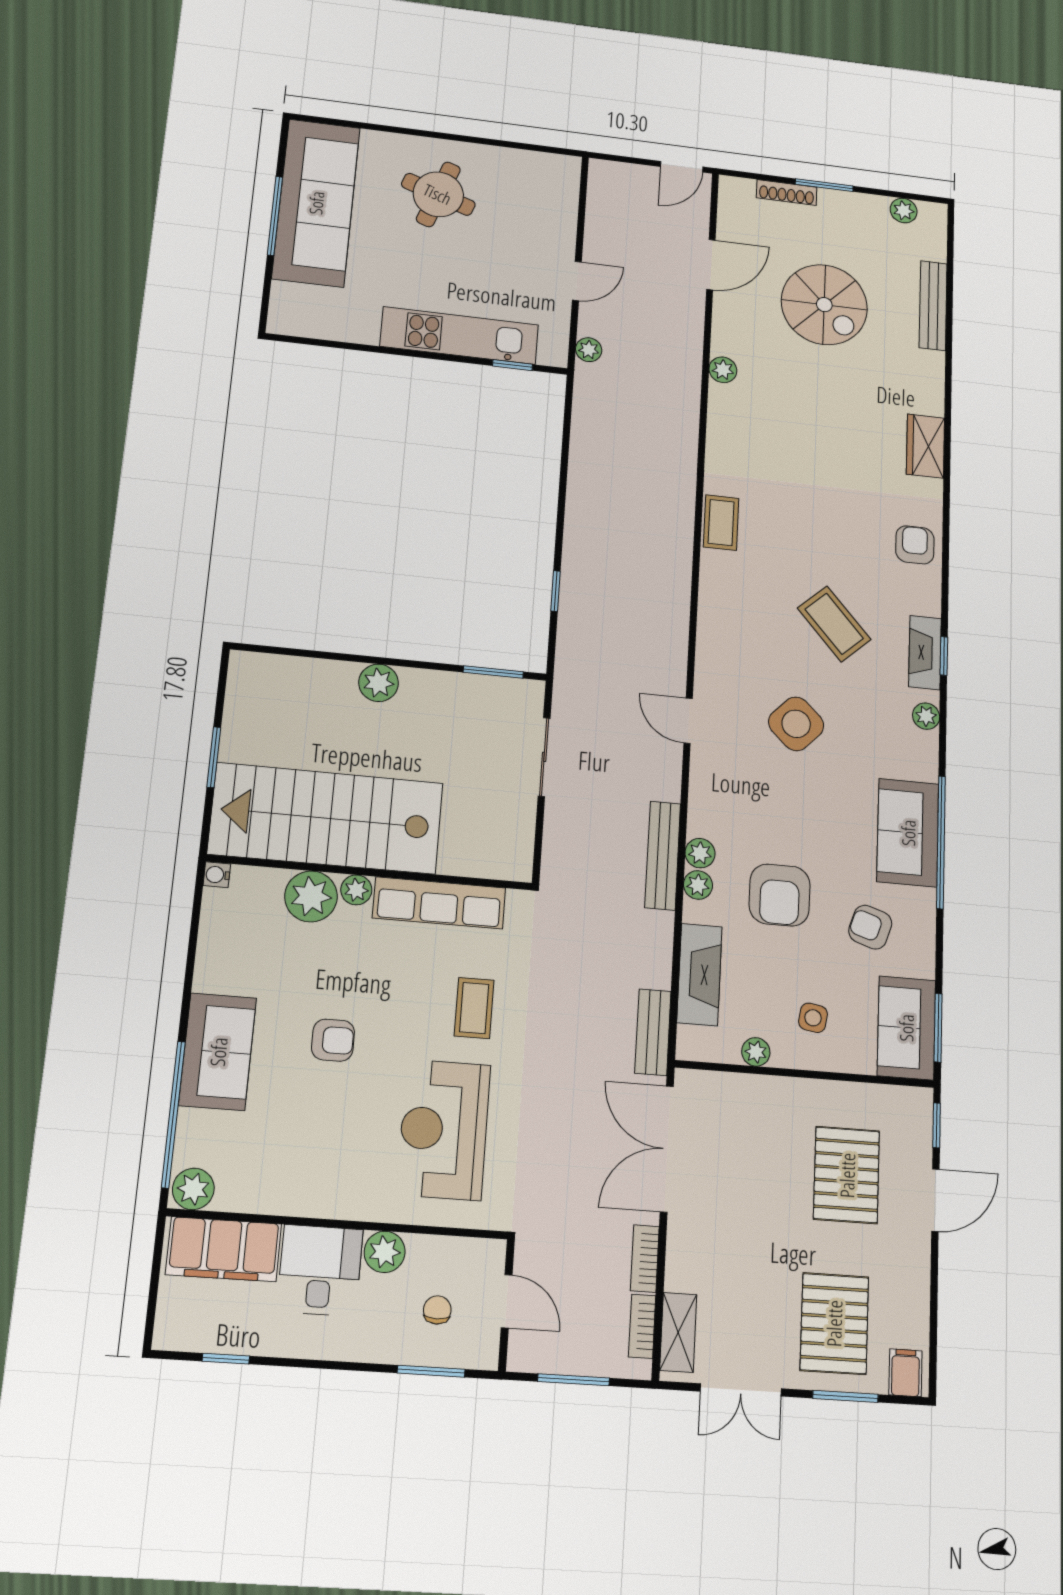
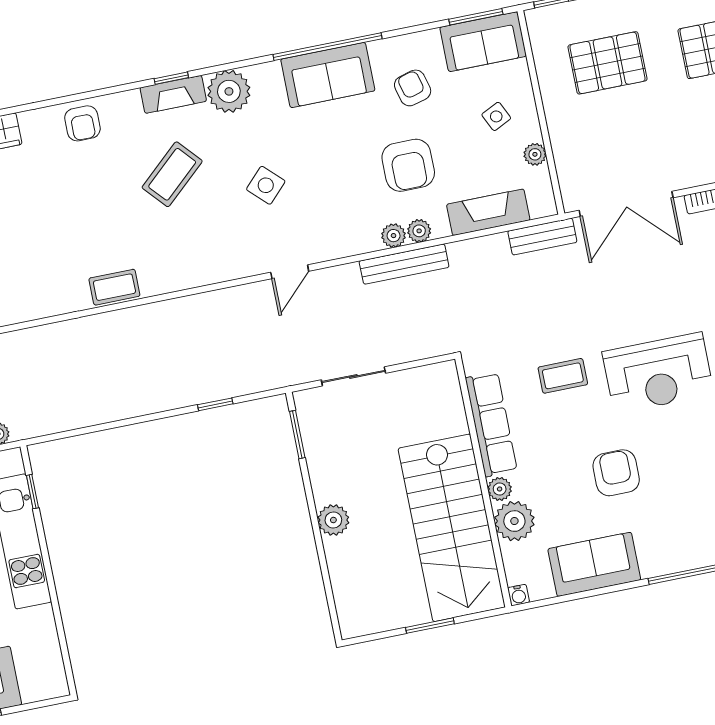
armchair: (915, 545) -> (82, 123), turned -90
plant: (926, 716) -> (229, 91), width x1.88, depth x1.88
side table: (796, 724) -> (266, 185), width x0.73, depth x0.73
armchair: (780, 895) -> (408, 165), turned 90
armchair: (870, 927) -> (413, 88), turned 147
side table: (813, 1018) -> (496, 116), turned -35
armchair: (333, 1040) -> (616, 473), width x1.38, depth x1.38
sofa: (218, 1052) -> (594, 564), moved

